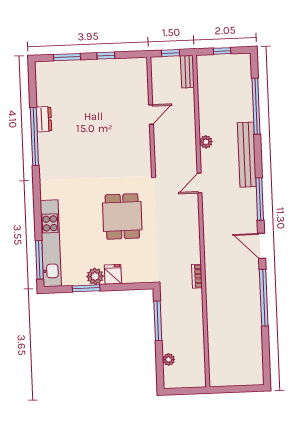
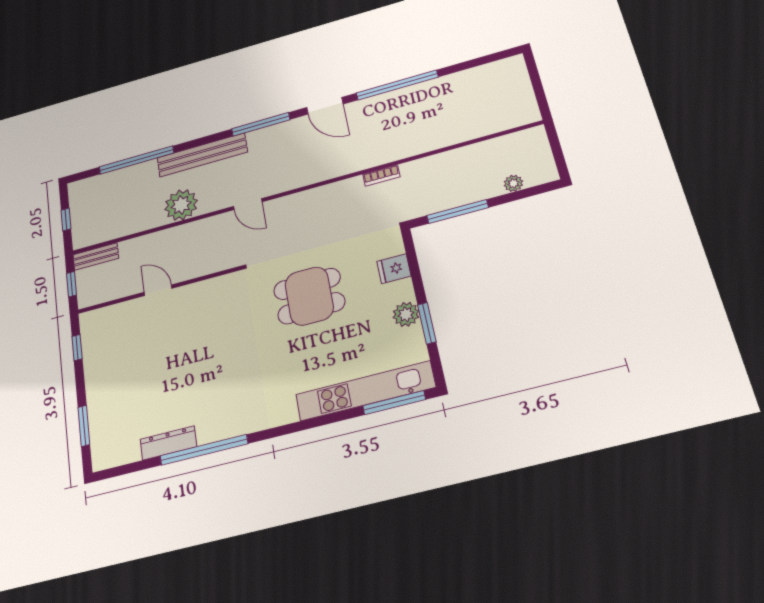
window: (106, 56) -> (77, 348), moved
dresser: (44, 119) -> (168, 443), width x1.44
plant: (206, 142) -> (181, 205), width x1.87, depth x1.87
door: (262, 246) -> (325, 106), hinge flipped
fridge: (113, 274) -> (394, 269), moved

